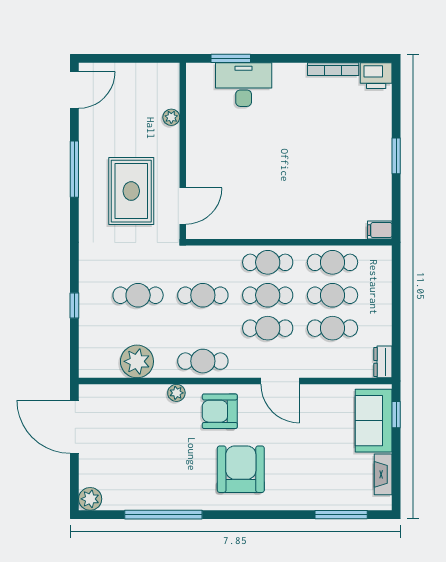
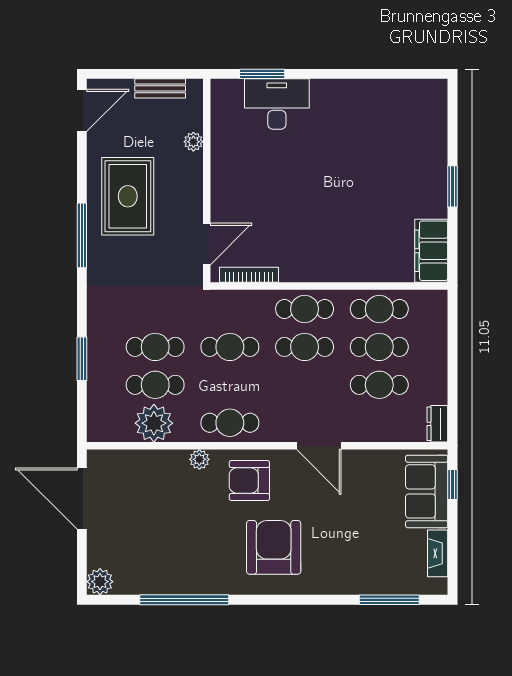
bookcase: (333, 69) -> (249, 275), moved, turned 180
bench: (142, 71) -> (160, 88), added
printer: (376, 76) -> (430, 94), removed
window: (74, 169) -> (82, 235), moved
rug: (131, 191) -> (128, 196), moved
filing cabinet: (380, 230) -> (431, 251), width x3.00, depth x1.17
window: (74, 306) -> (82, 359), width x1.50
cafe table: (268, 328) -> (155, 385), moved

